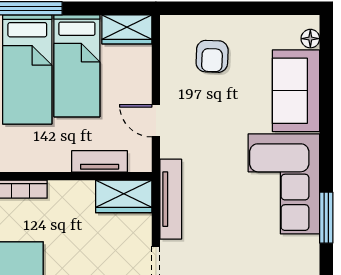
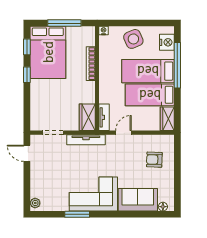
tv unit: (100, 161) -> (104, 117), moved

